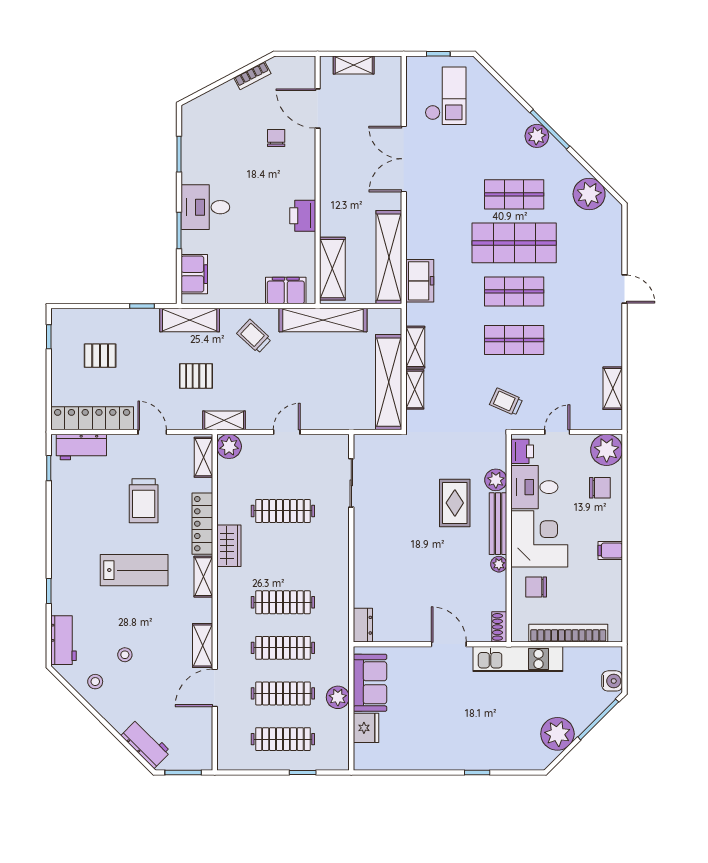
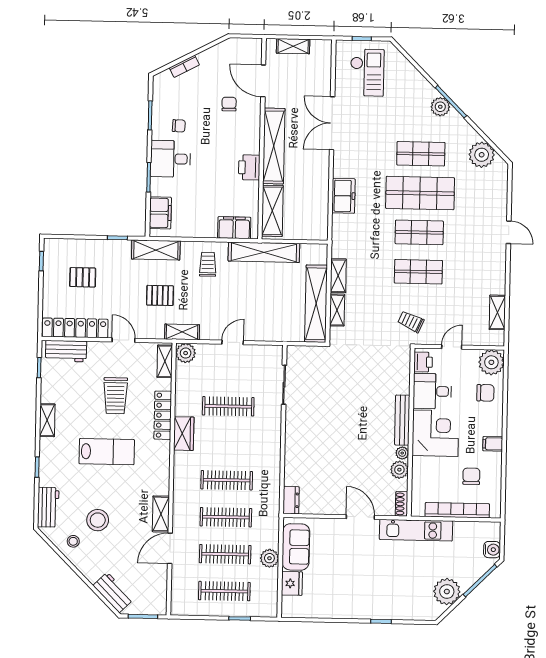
bookcase: (252, 76) -> (184, 66), moved
chair: (215, 166) -> (179, 126), added
shelving: (389, 257) -> (274, 146), moved
freezer: (420, 281) -> (344, 196), moved
trolley: (254, 336) -> (208, 264), turned 47
plant: (496, 480) -> (399, 470), moved
rug: (455, 503) -> (368, 403), removed
shelving: (203, 577) -> (47, 420), moved
chair: (536, 587) -> (471, 476), moved, turned 90
stool: (125, 655) -> (98, 520), width x1.89, depth x1.89

